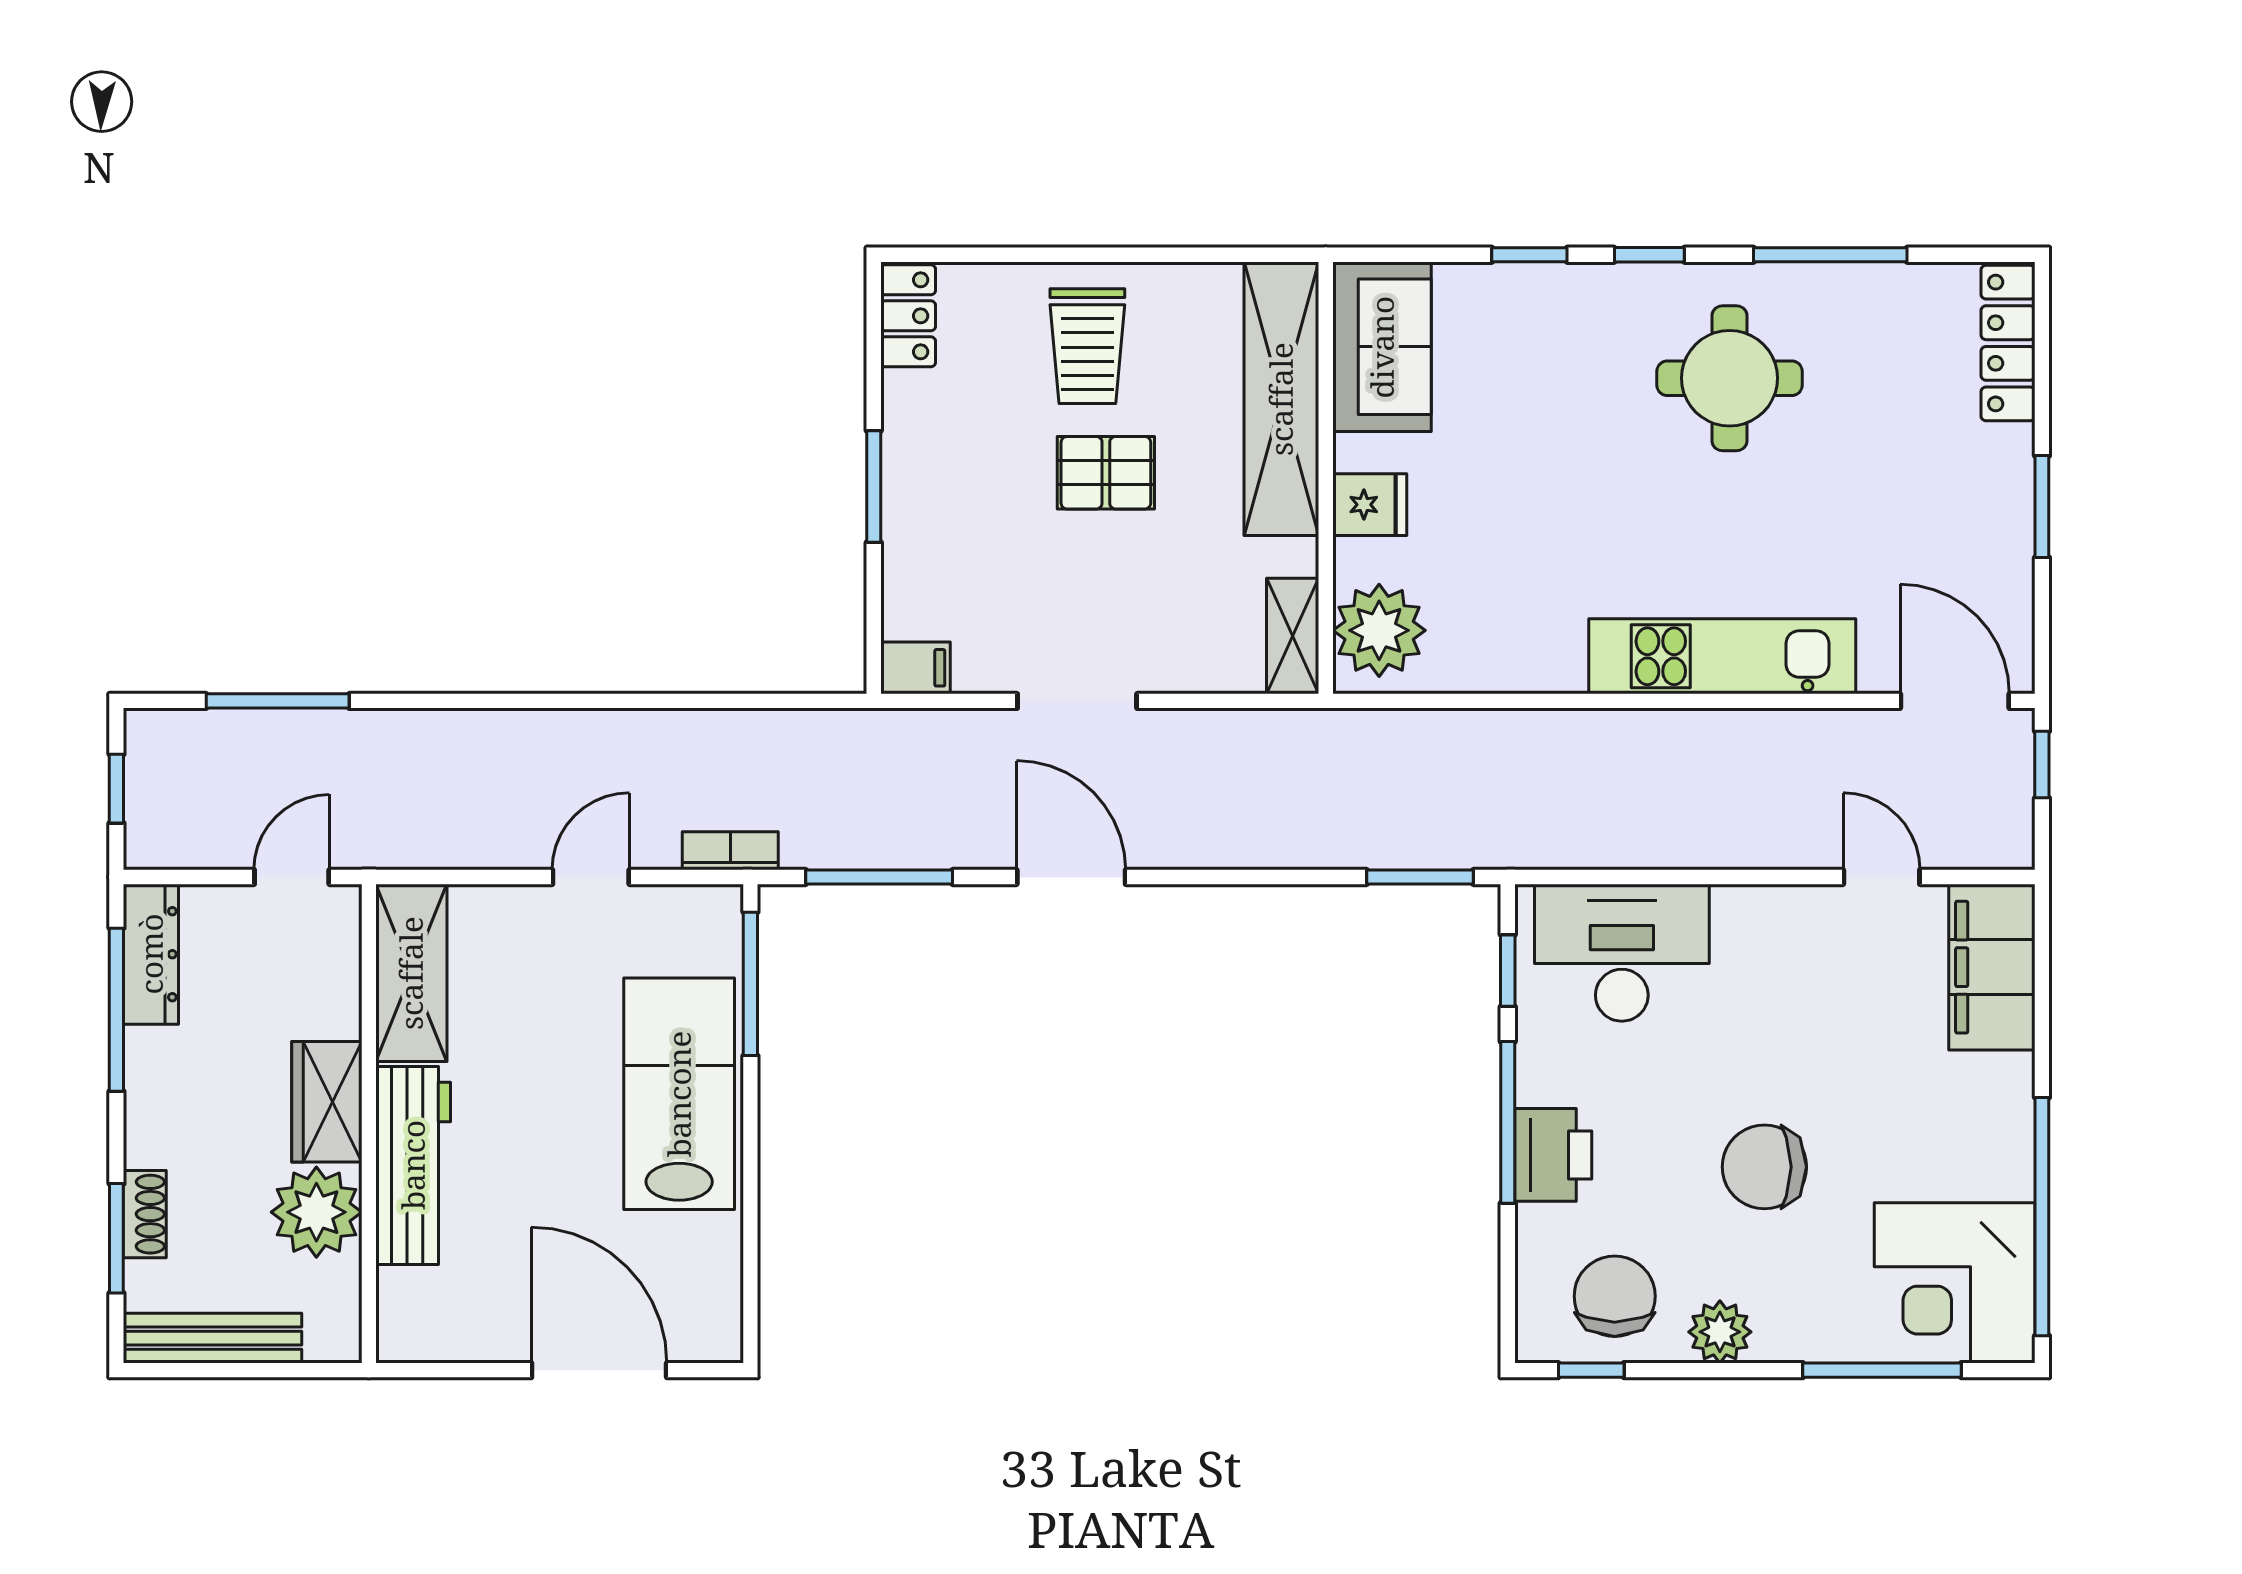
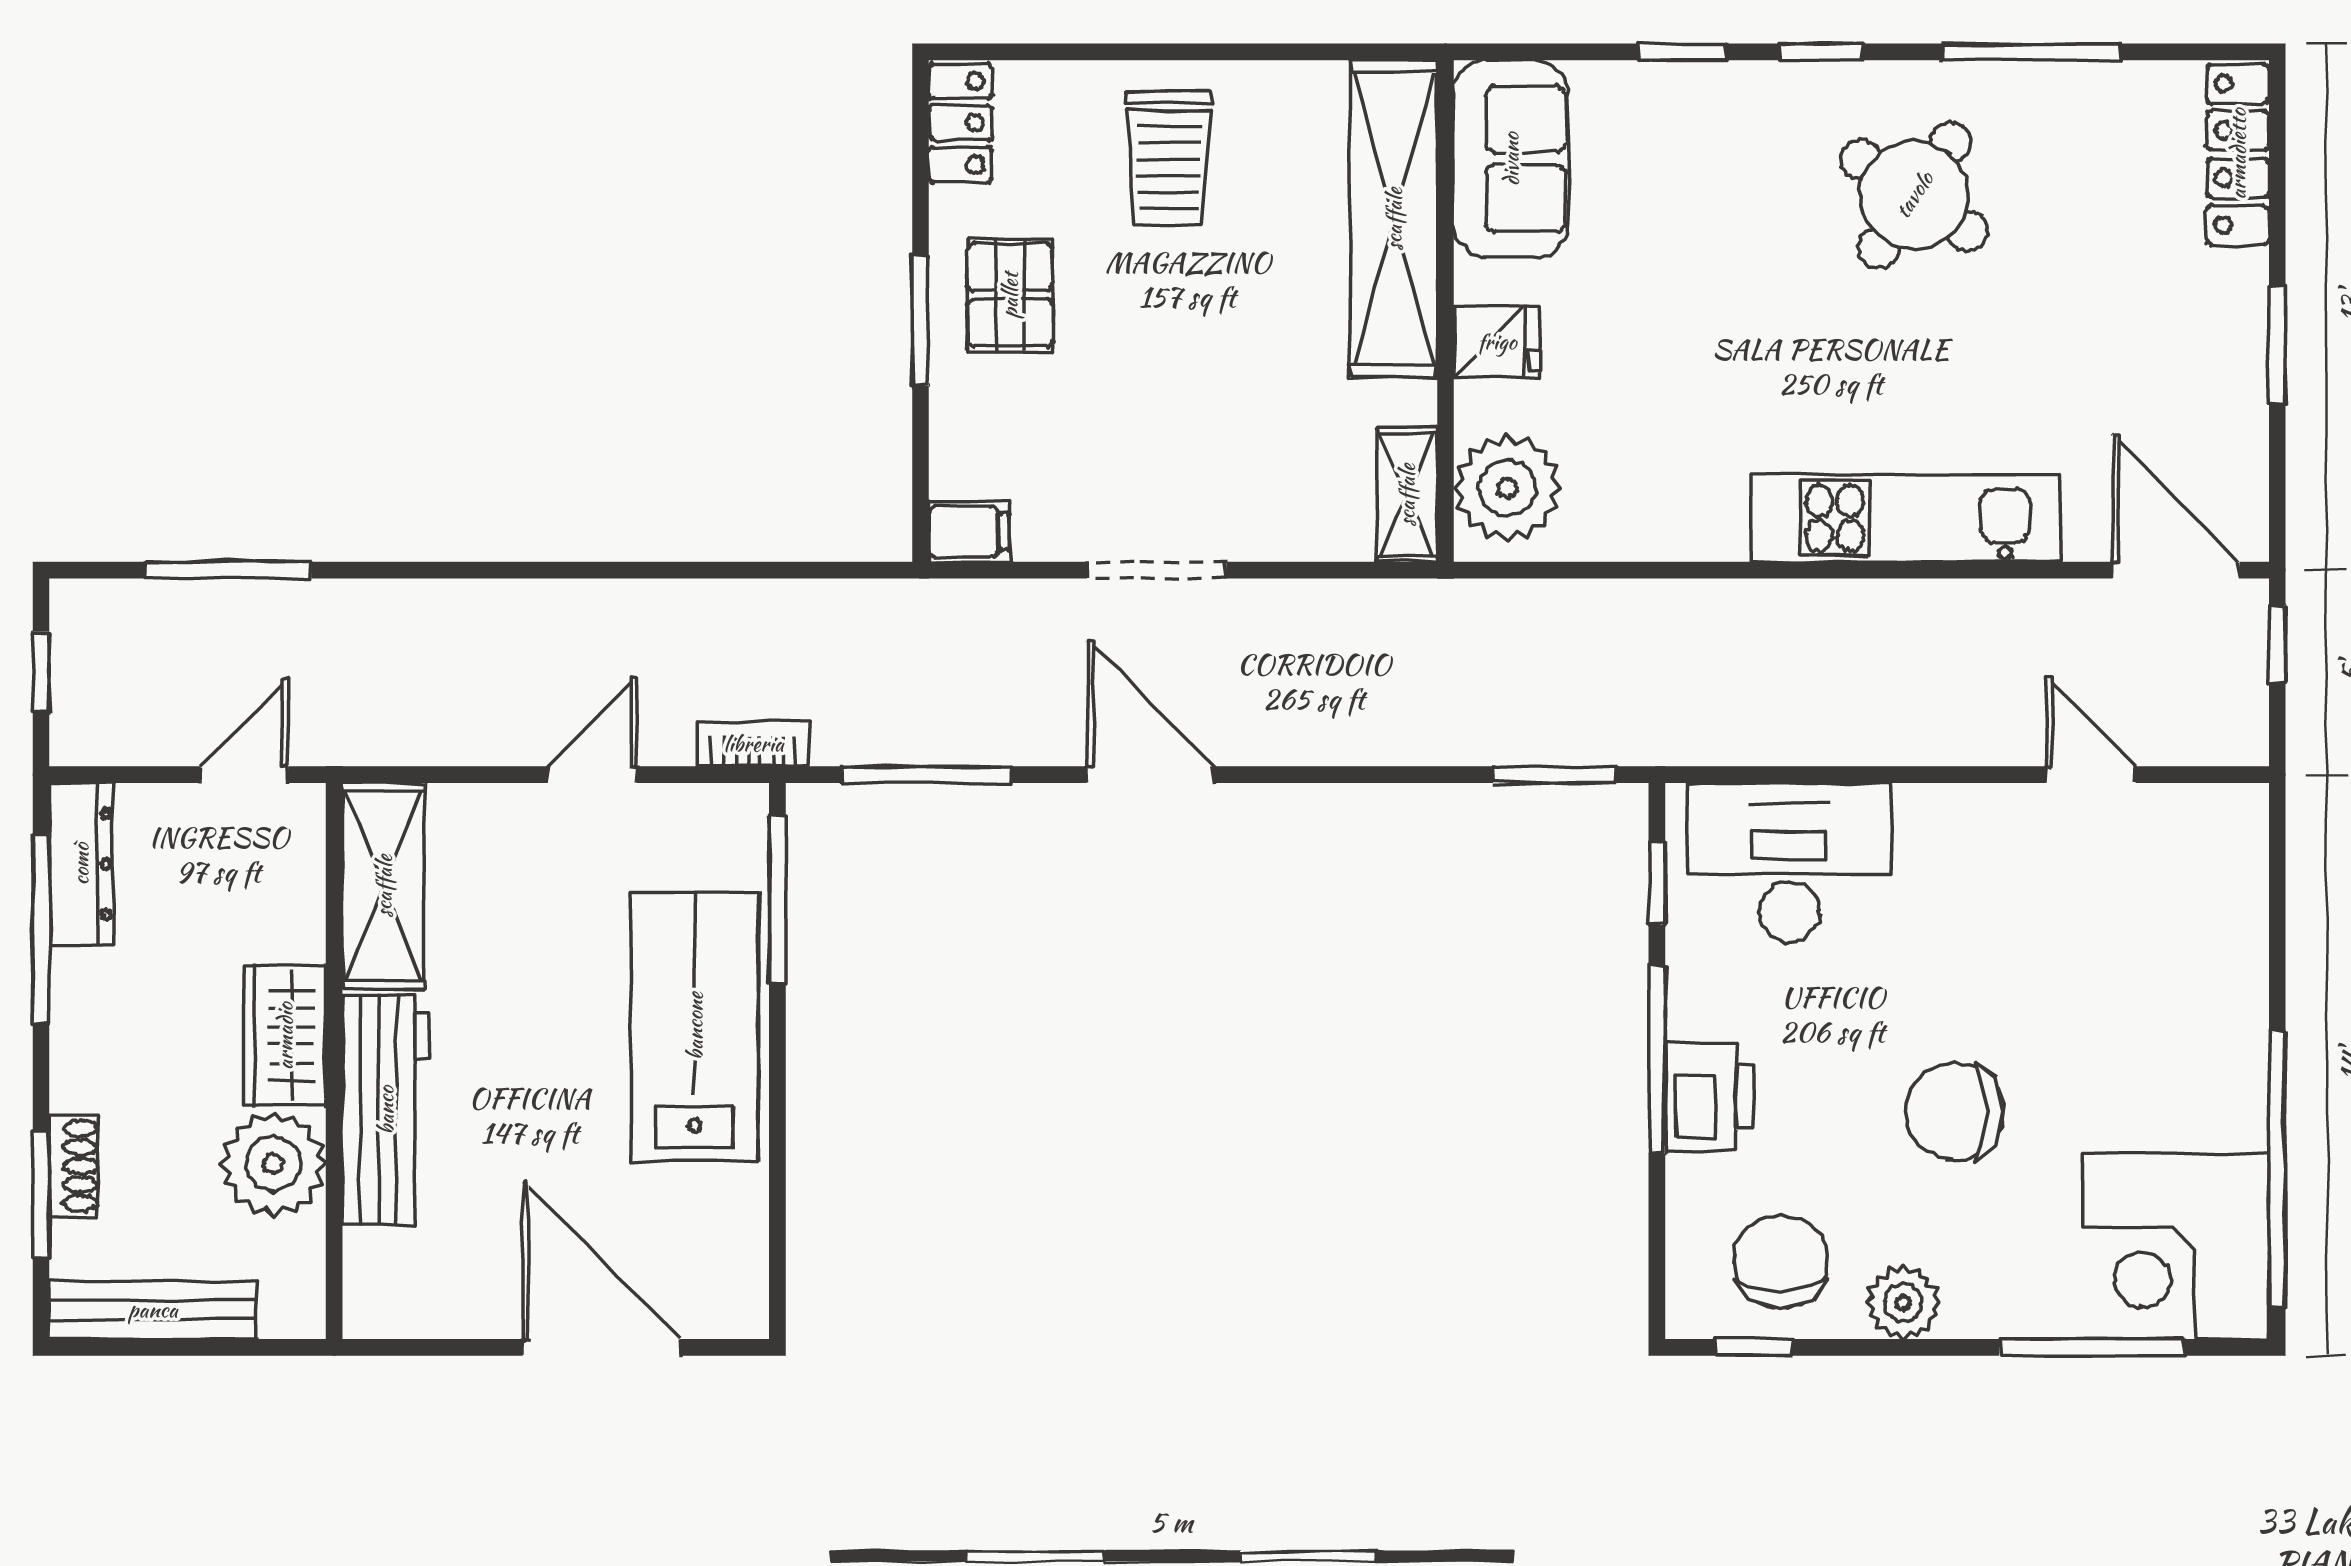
round table: (1730, 378) -> (1914, 195), turned 34
pallet: (1106, 473) -> (1010, 295), moved, turned 90
filing cabinet: (1992, 967) -> (2219, 879), removed

